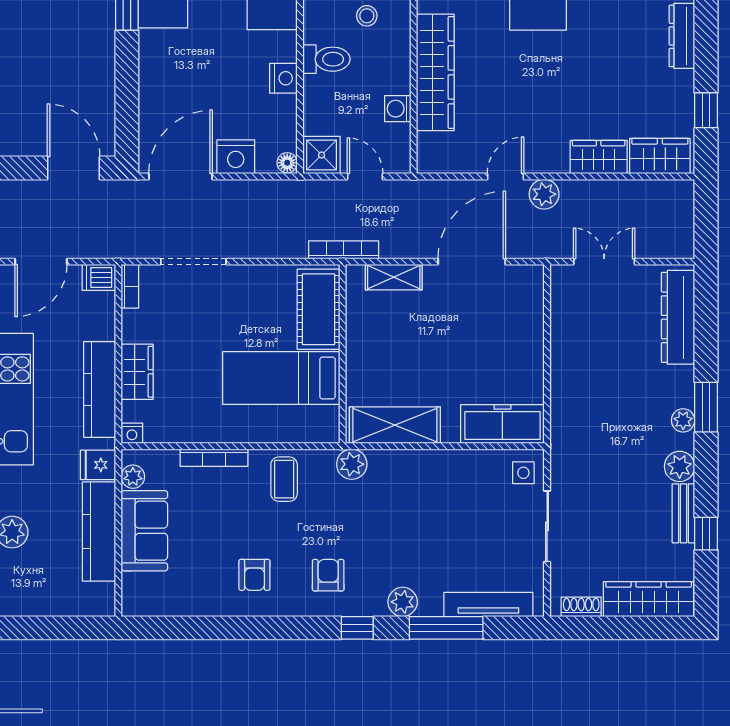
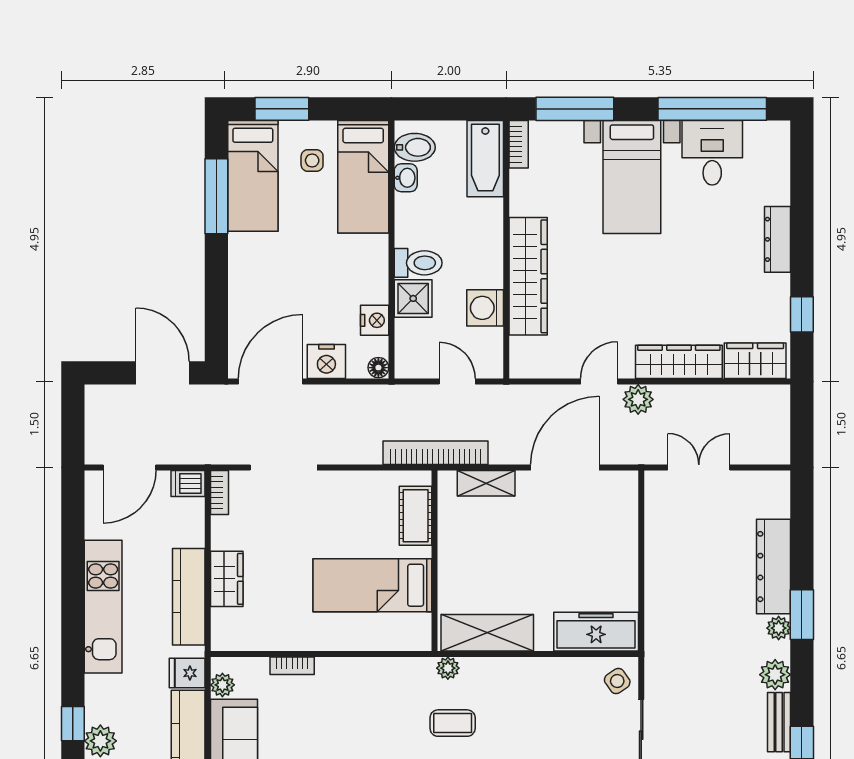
stool: (367, 16) -> (459, 219), removed
nightstand: (283, 78) -> (375, 320), moved
washing machine: (398, 109) -> (485, 308), width x1.38, depth x1.38
shower: (322, 155) -> (413, 298), moved
wardrobe: (599, 157) -> (679, 362), width x1.50
bookcase: (344, 250) -> (435, 453), width x1.48, depth x1.31
cot: (318, 309) -> (416, 516), width x0.73, depth x0.75
dresser: (678, 317) -> (773, 567), moved
nightstand: (132, 433) -> (221, 641), removed
bookcase: (214, 458) -> (292, 666), width x0.64
plant: (352, 464) -> (448, 668), width x0.73, depth x0.73
side table: (523, 473) -> (617, 681), turned -35
coffee table: (284, 479) -> (453, 723), moved, turned 90

